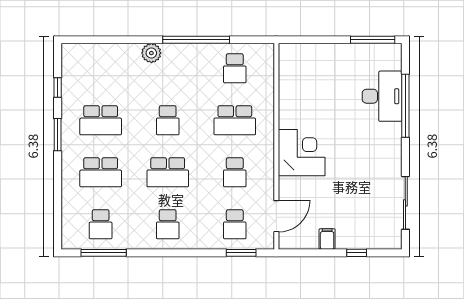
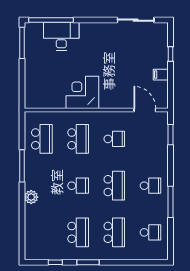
window: (196, 40) -> (22, 166), width x0.68
school desk: (235, 68) -> (42, 139), width x1.85
window: (405, 106) -> (51, 20), moved
corner desk: (302, 153) -> (82, 92), moved
school desk: (235, 224) -> (151, 139), removed
window: (104, 253) -> (170, 202), moved

